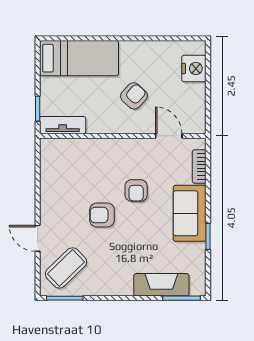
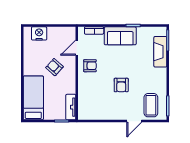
armchair: (136, 191) -> (90, 66), moved
coffee table: (66, 268) -> (151, 105), turned 44

